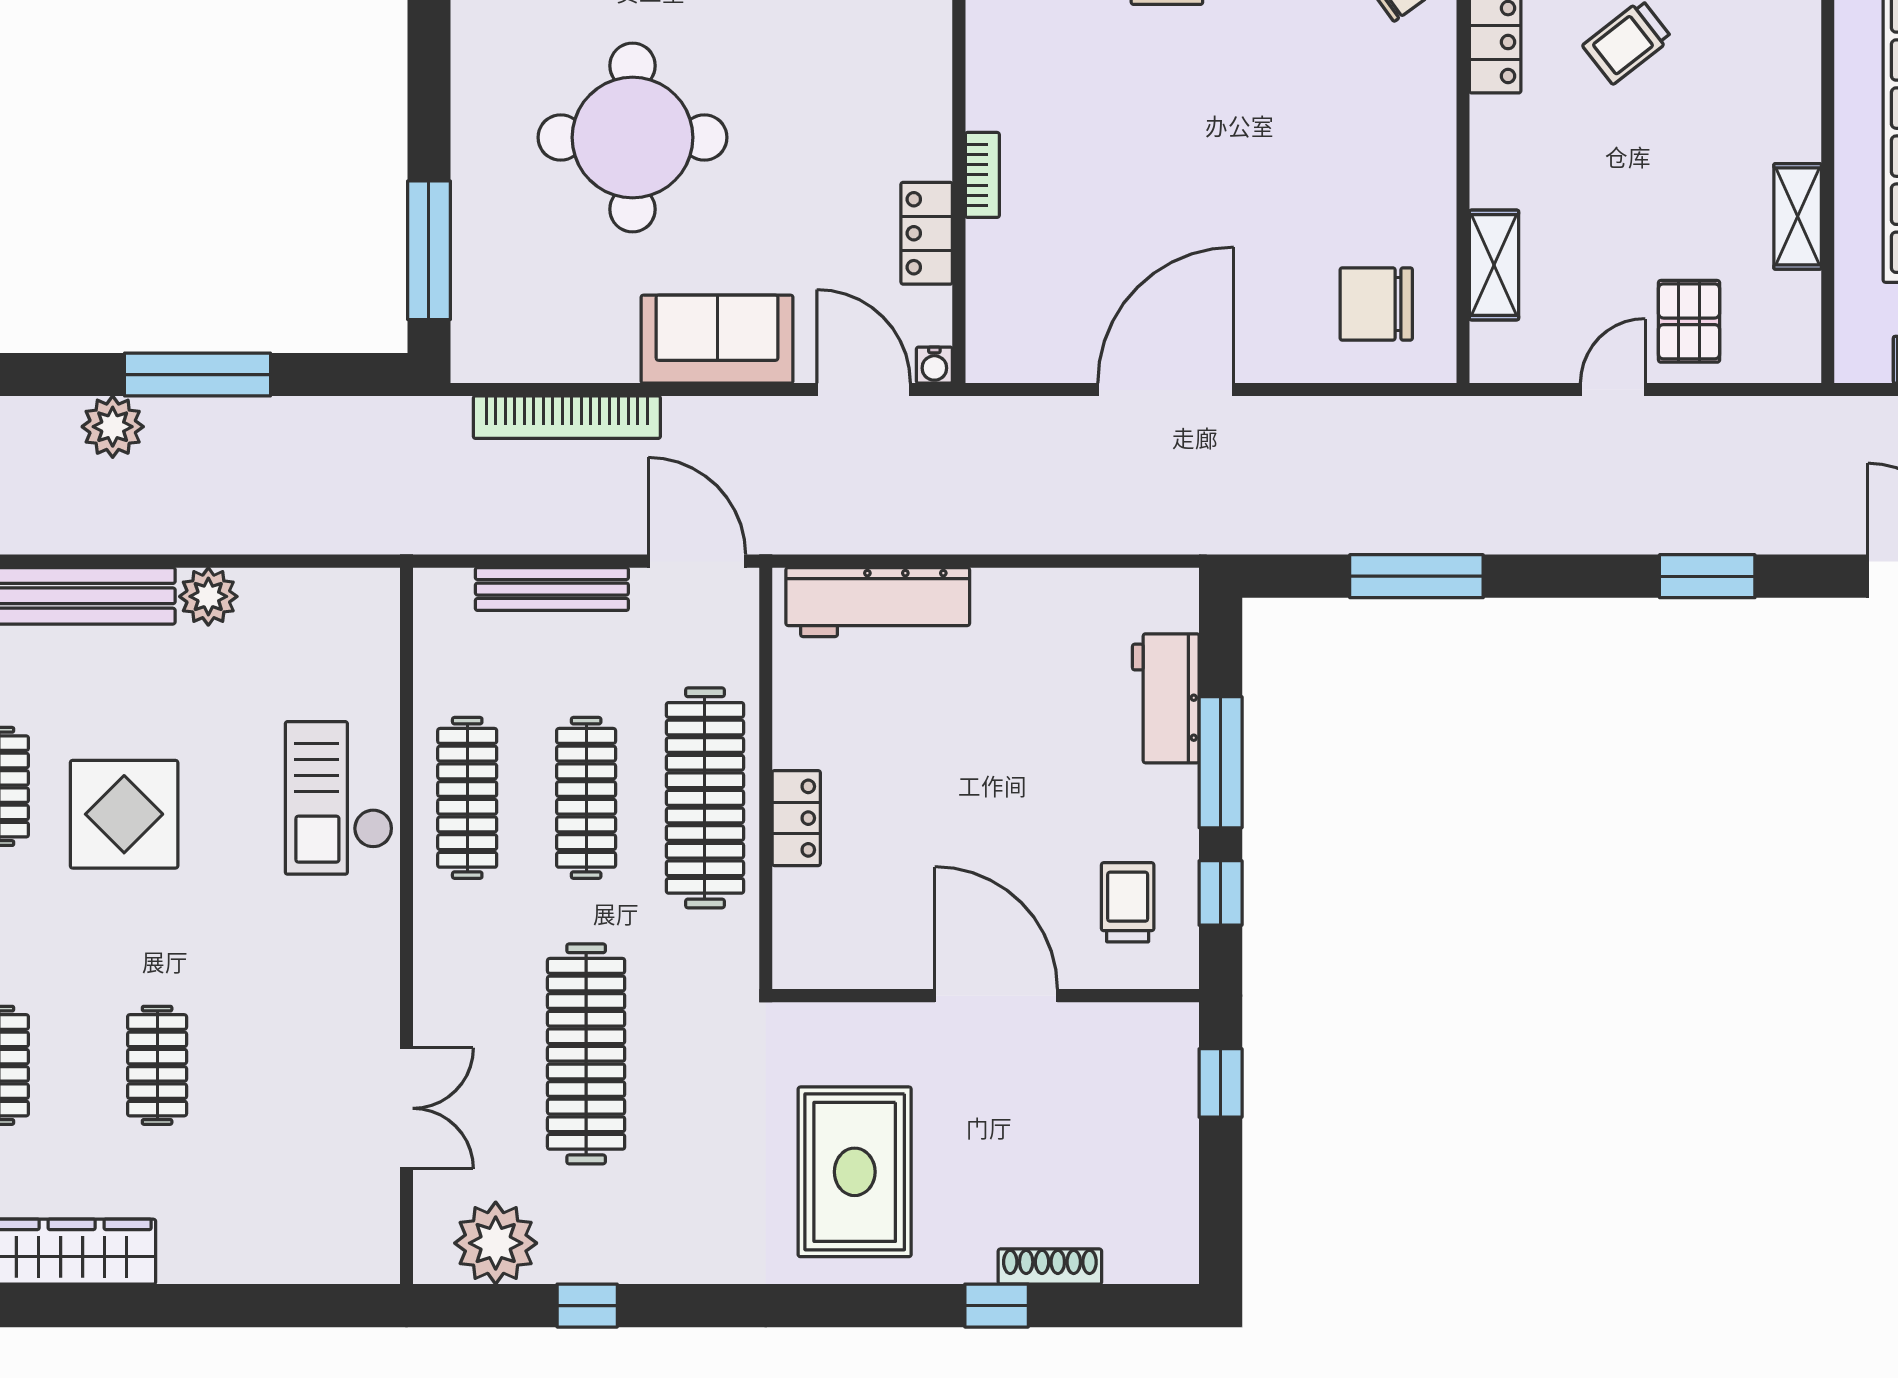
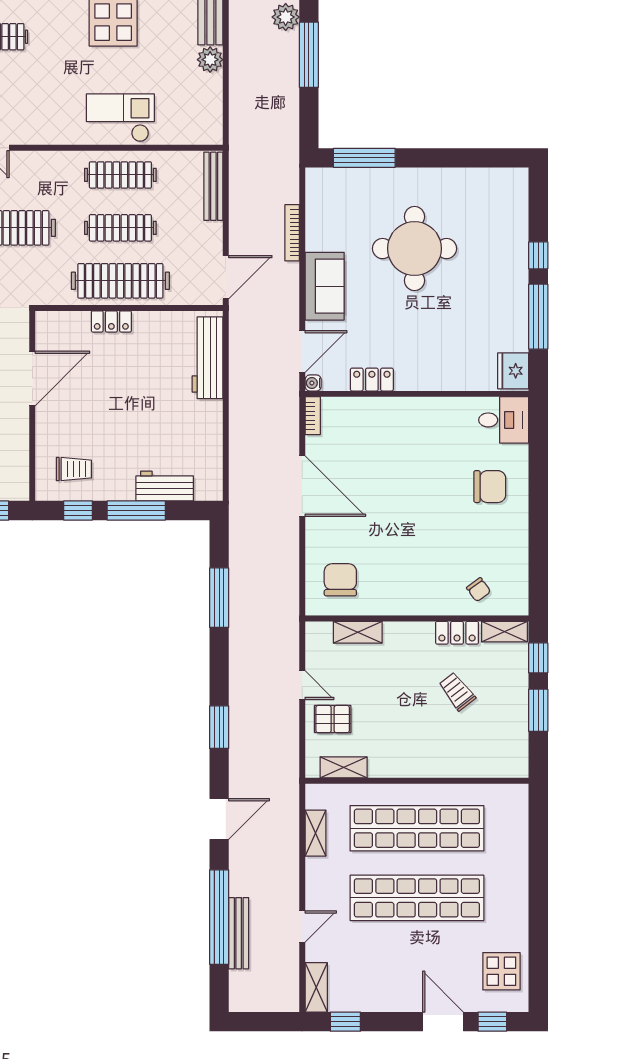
bookcase: (982, 175) -> (313, 416), moved, turned -90
shelving: (1798, 216) -> (344, 767), moved
bookcase: (567, 417) -> (292, 233), width x0.68, depth x0.76
bench: (552, 589) -> (213, 186), moved
door: (996, 996) -> (32, 378), moved

